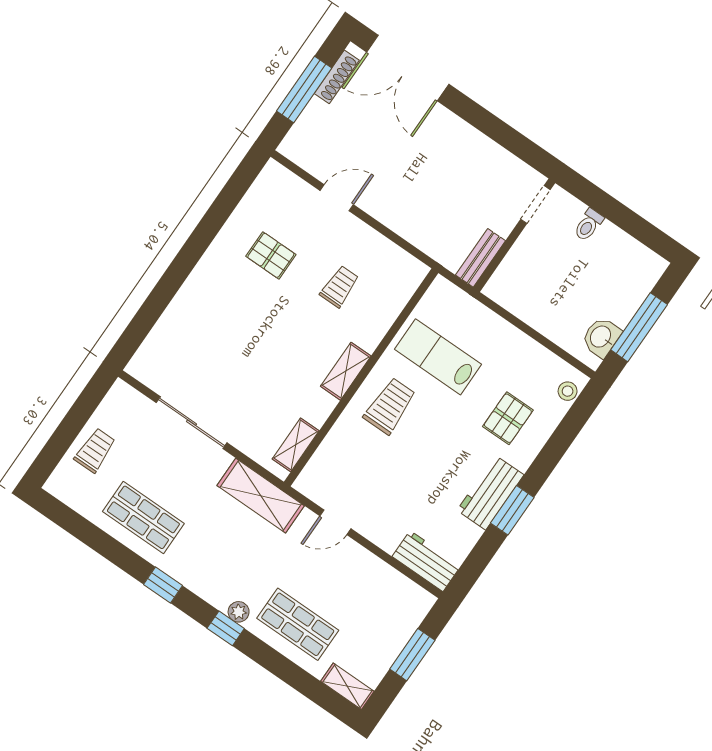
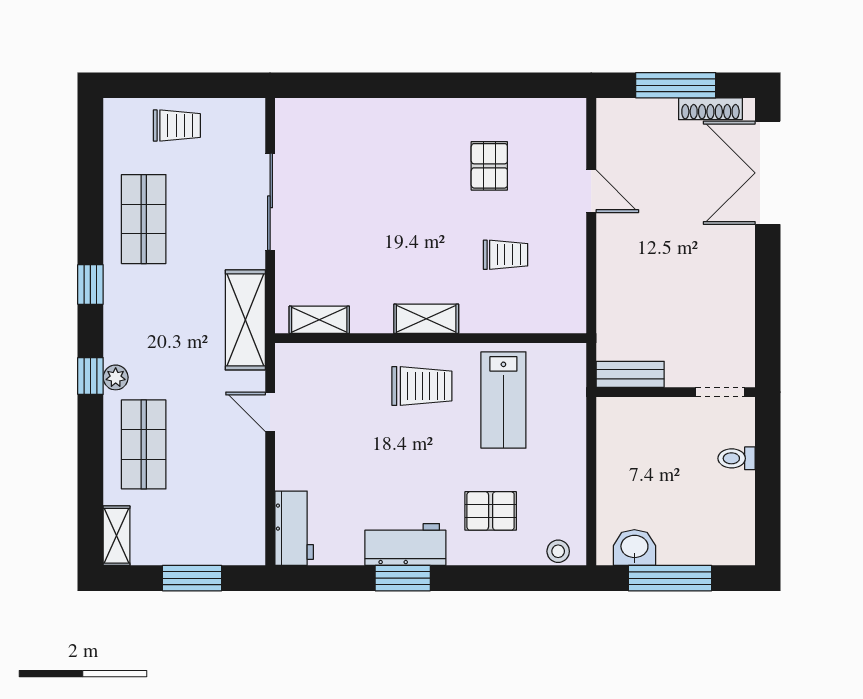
lab bench: (438, 357) -> (503, 400), turned 180

